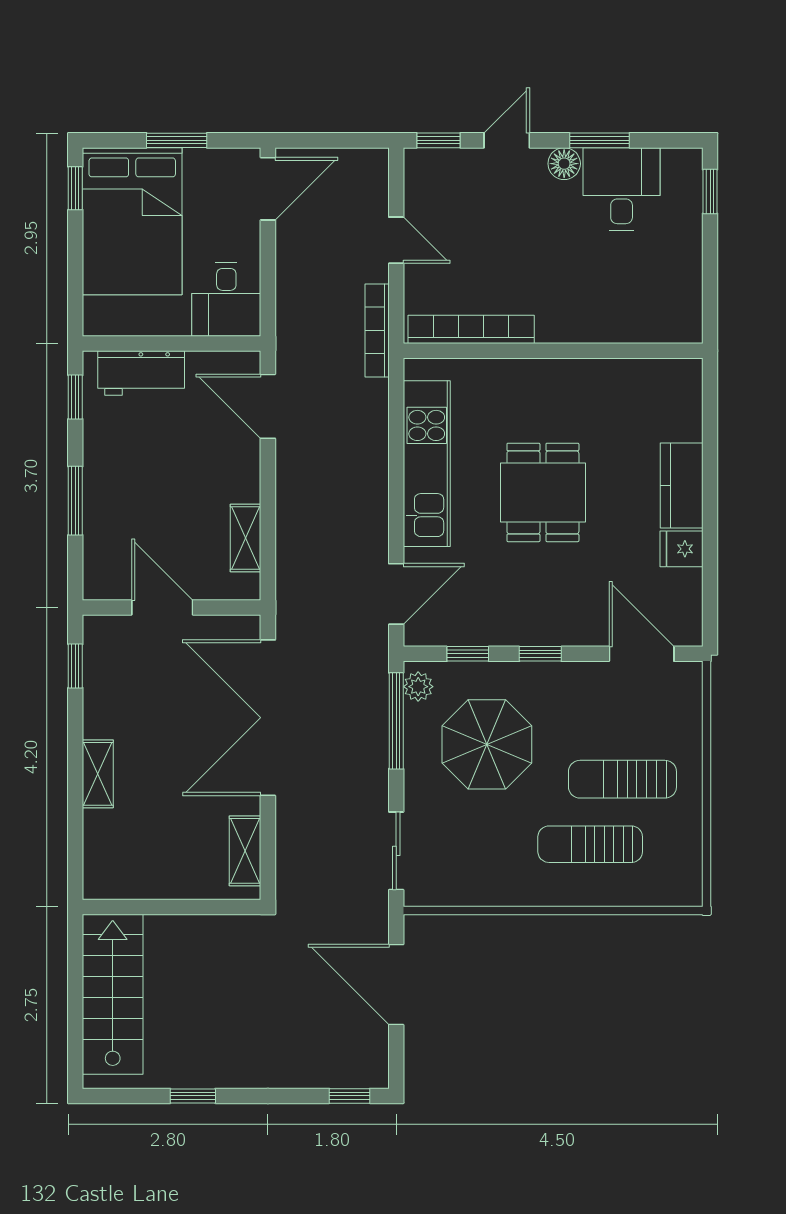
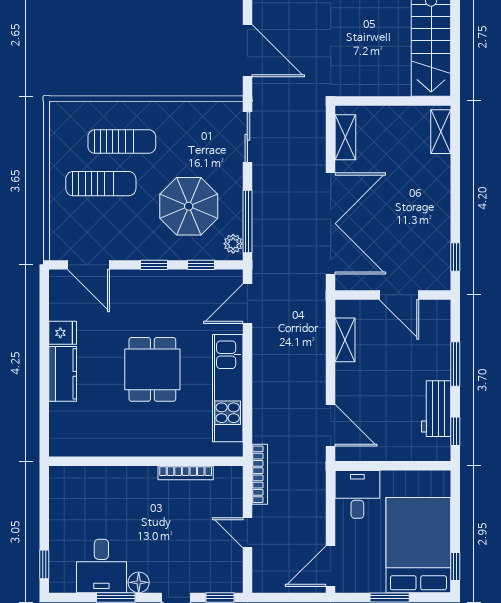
bookcase: (471, 329) -> (186, 473), width x0.68, depth x0.76
workbench: (141, 373) -> (436, 409), moved, turned -90
shelving: (98, 774) -> (441, 132), moved

